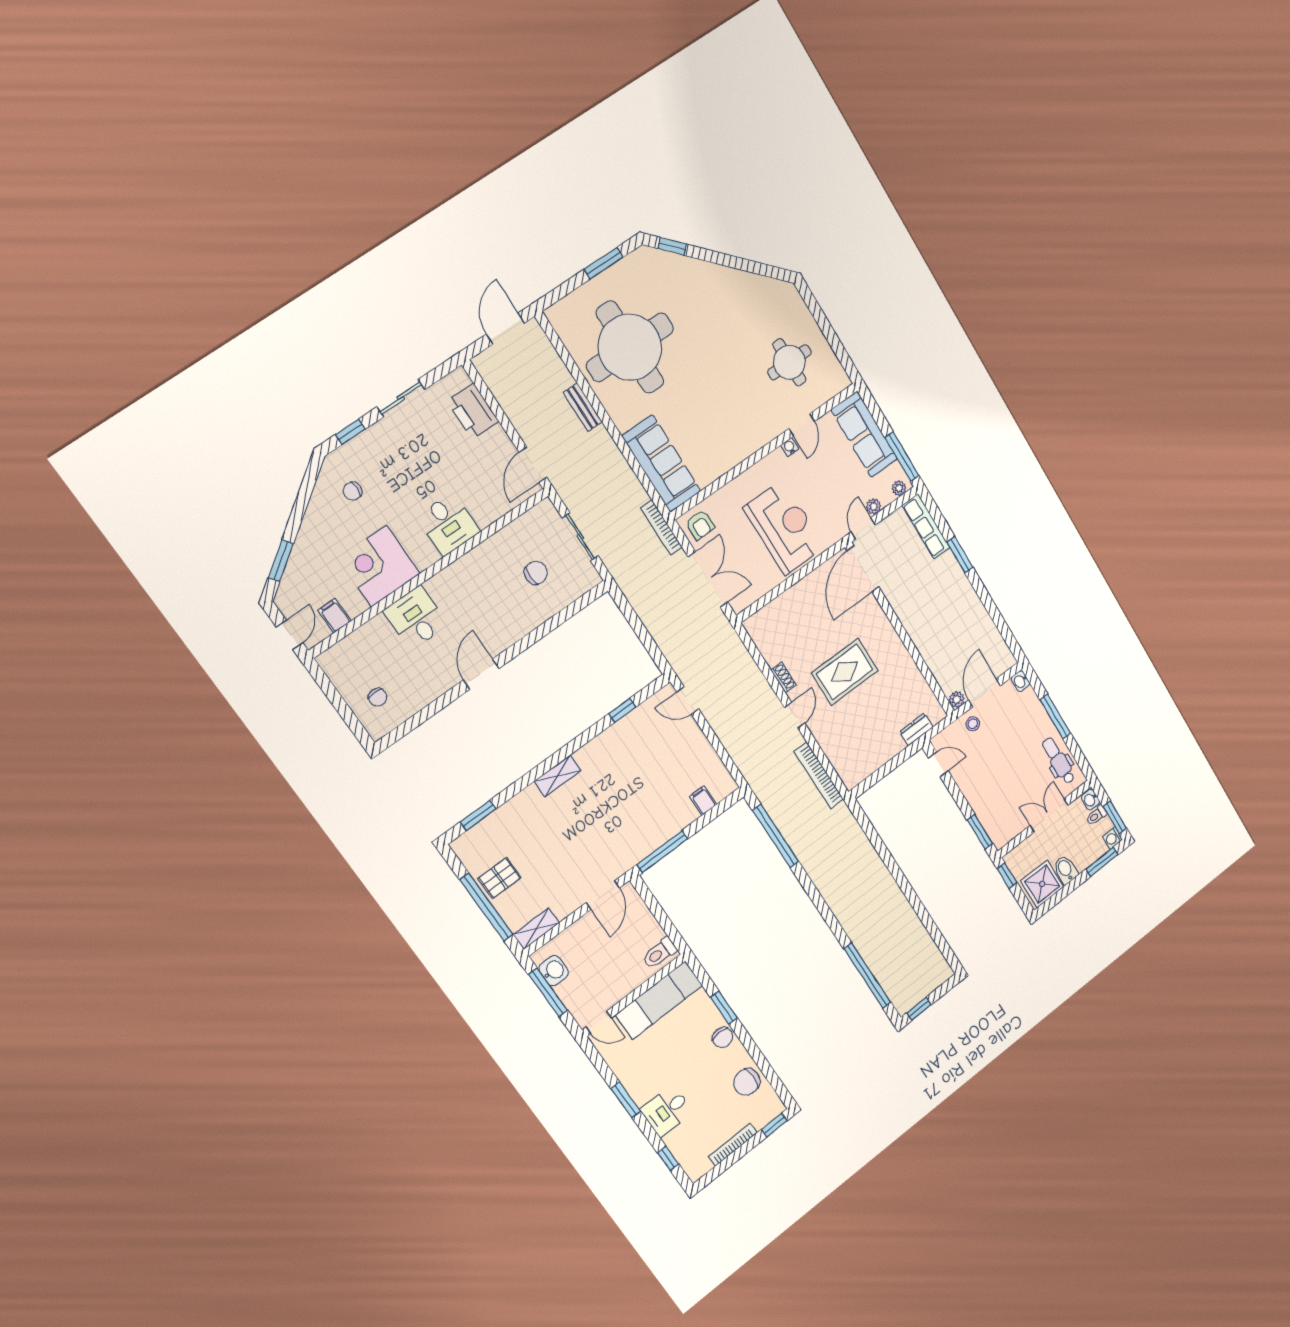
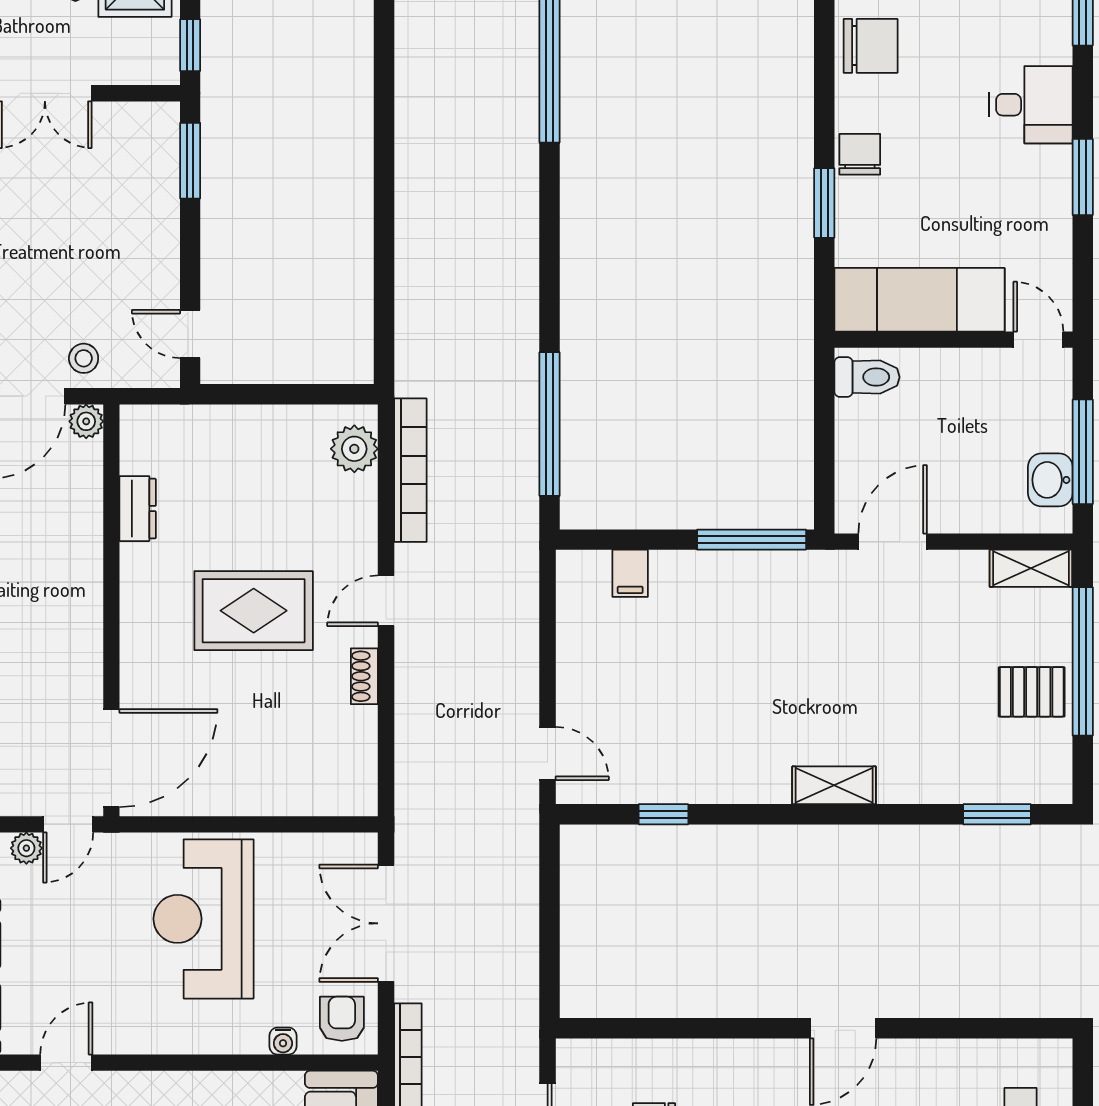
water cooler: (790, 447) -> (283, 1041), moved
dresser: (916, 729) -> (138, 509), moved, turned -90
plant: (846, 767) -> (354, 449), added

